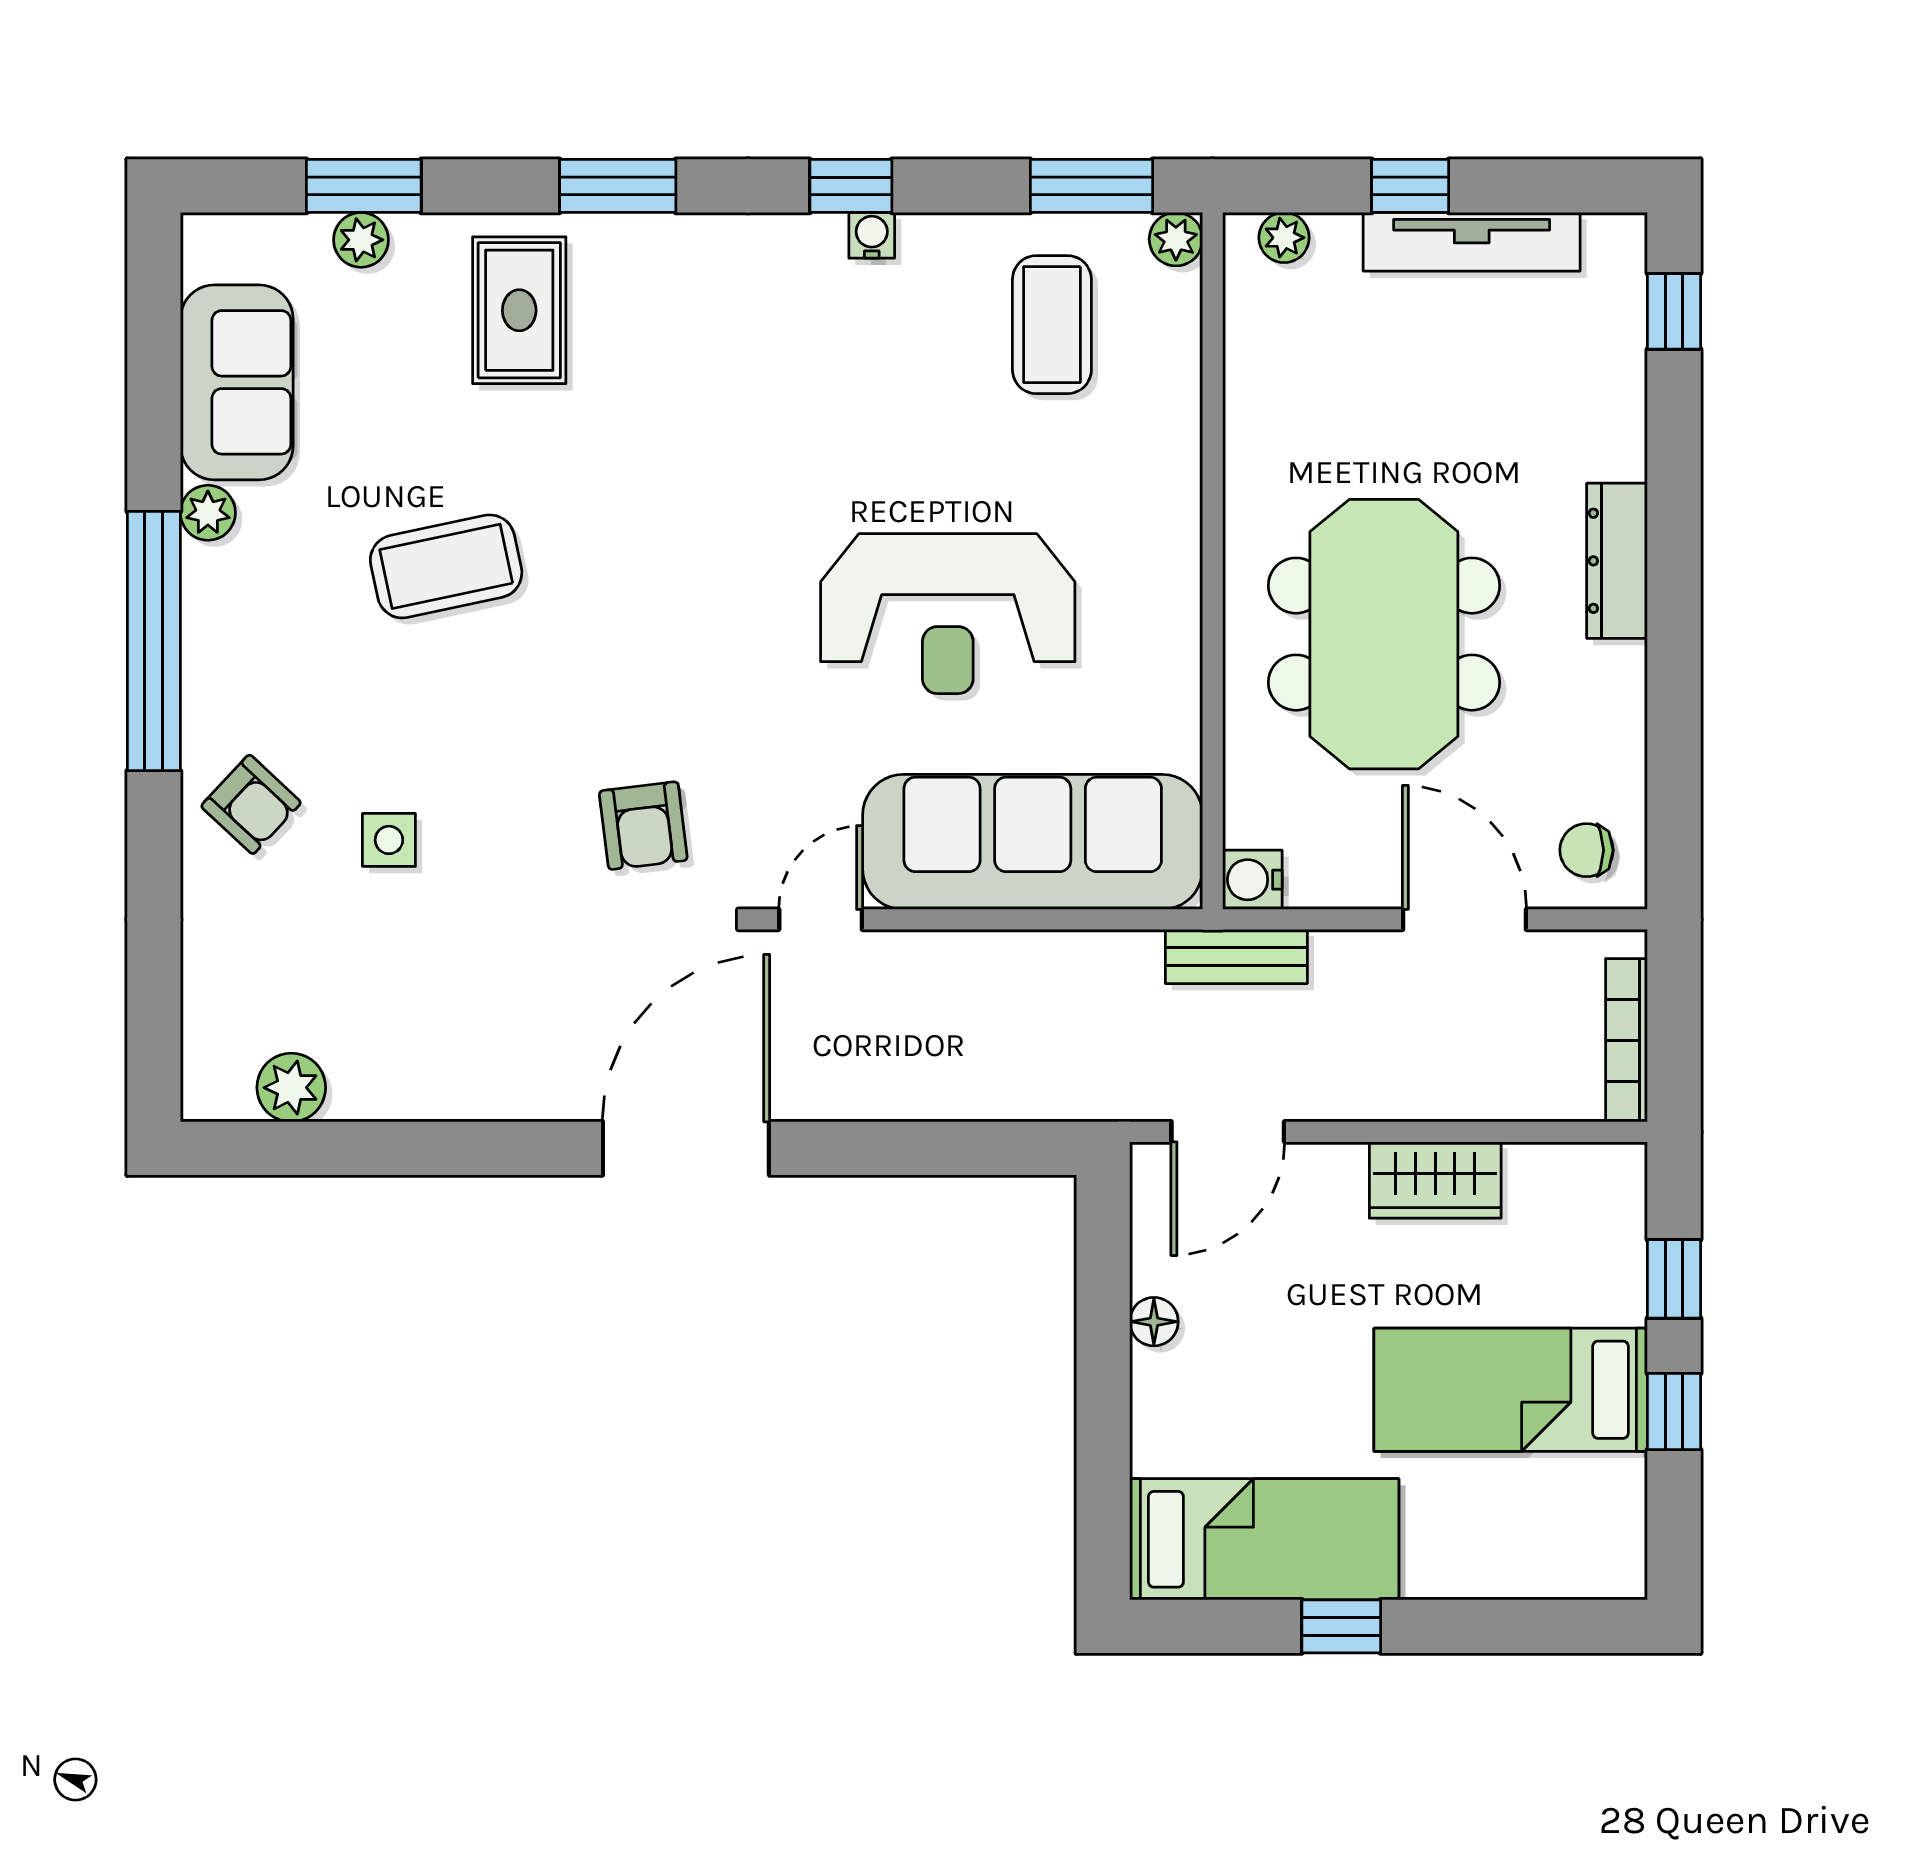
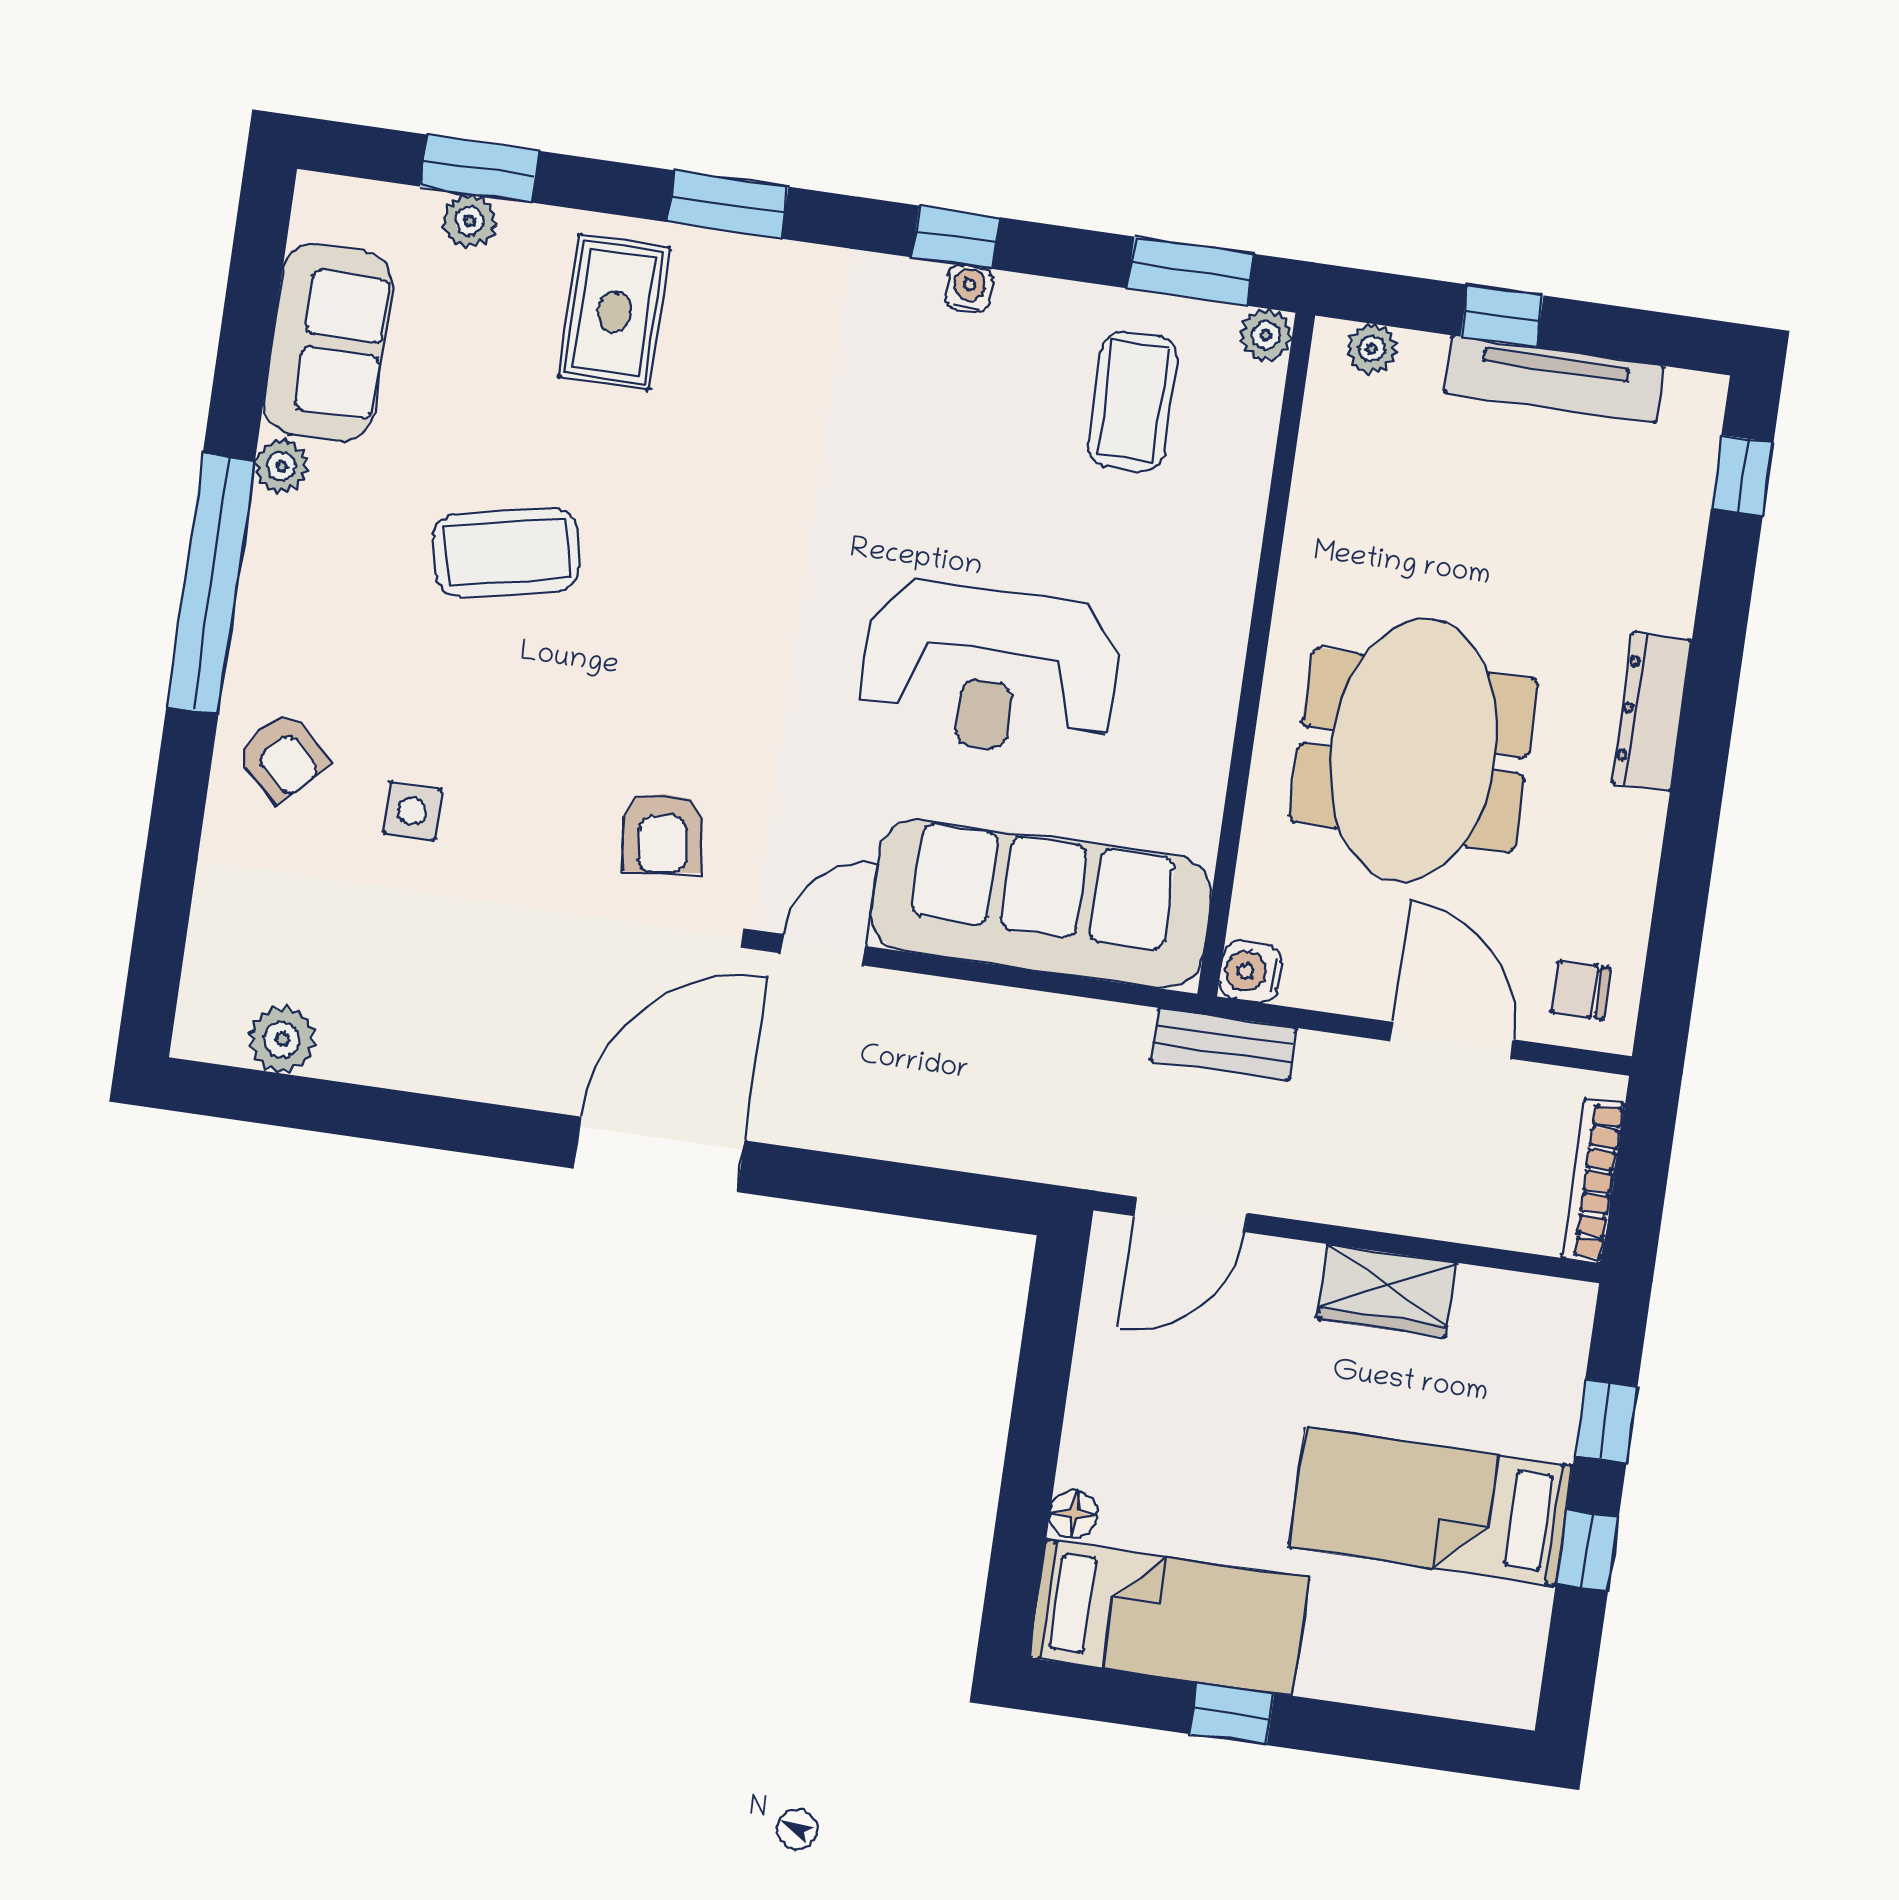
floor lamp: (1154, 1322) -> (1074, 1514), moved

